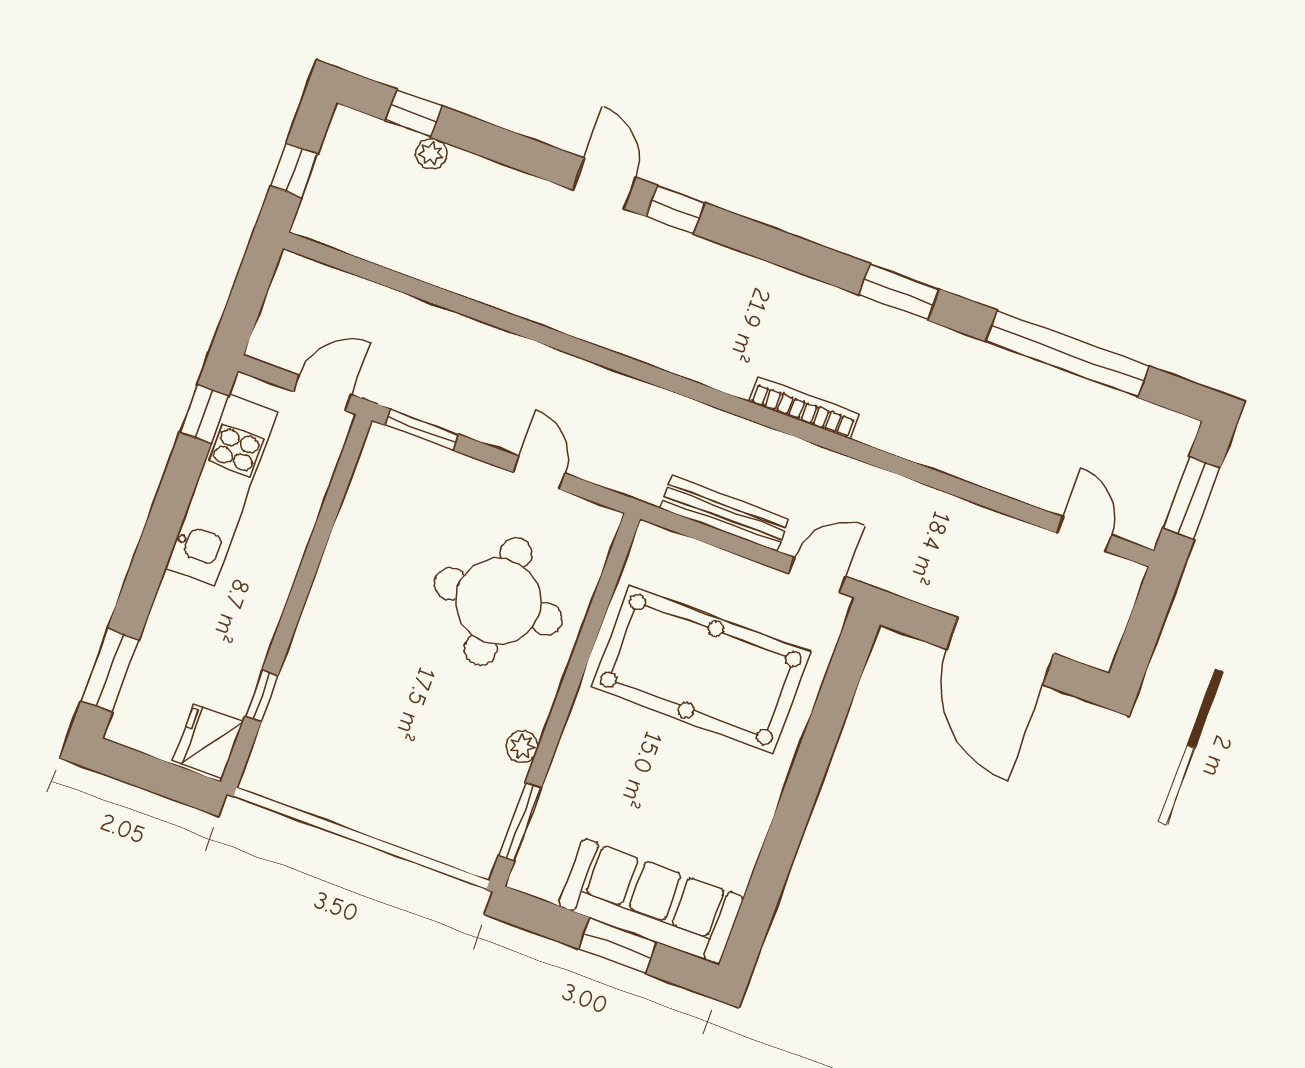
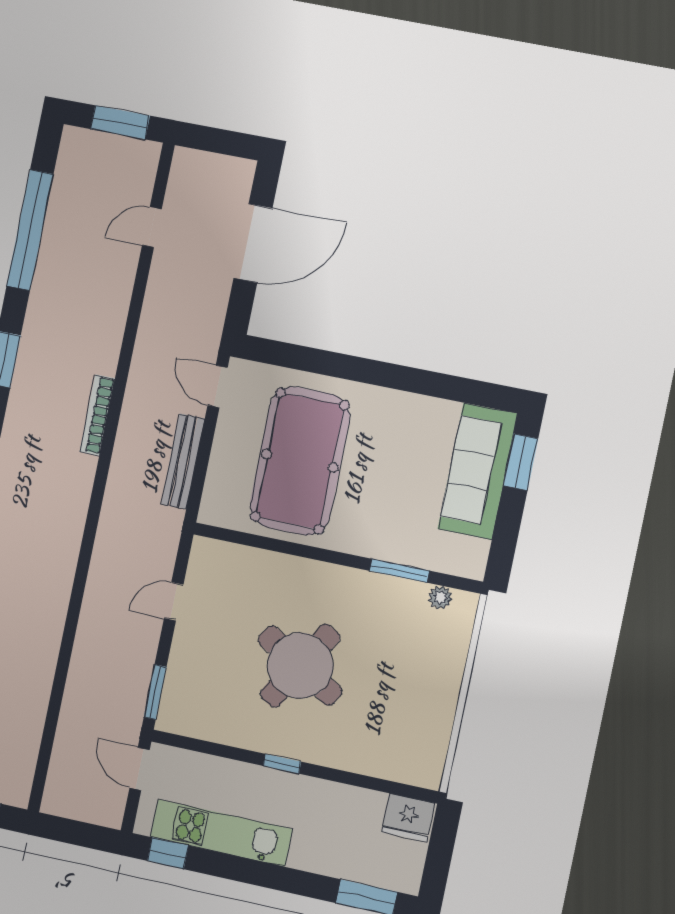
door: (1084, 534) -> (152, 227), moved
round table: (498, 601) -> (300, 666), moved, turned 31
window: (262, 696) -> (282, 764), moved
plant: (522, 747) -> (440, 597), moved
window: (520, 822) -> (399, 571), moved
window: (618, 945) -> (521, 462), moved

